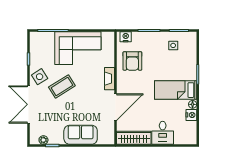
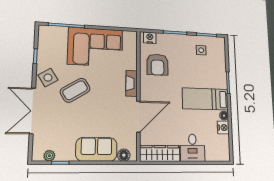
floor lamp: (103, 139) -> (124, 155), added

